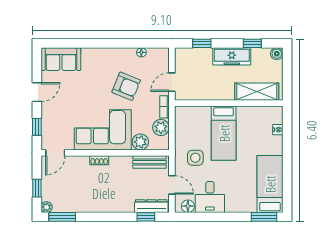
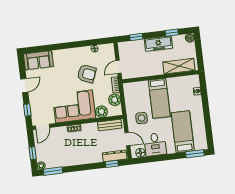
bed: (270, 184) -> (183, 132), moved

